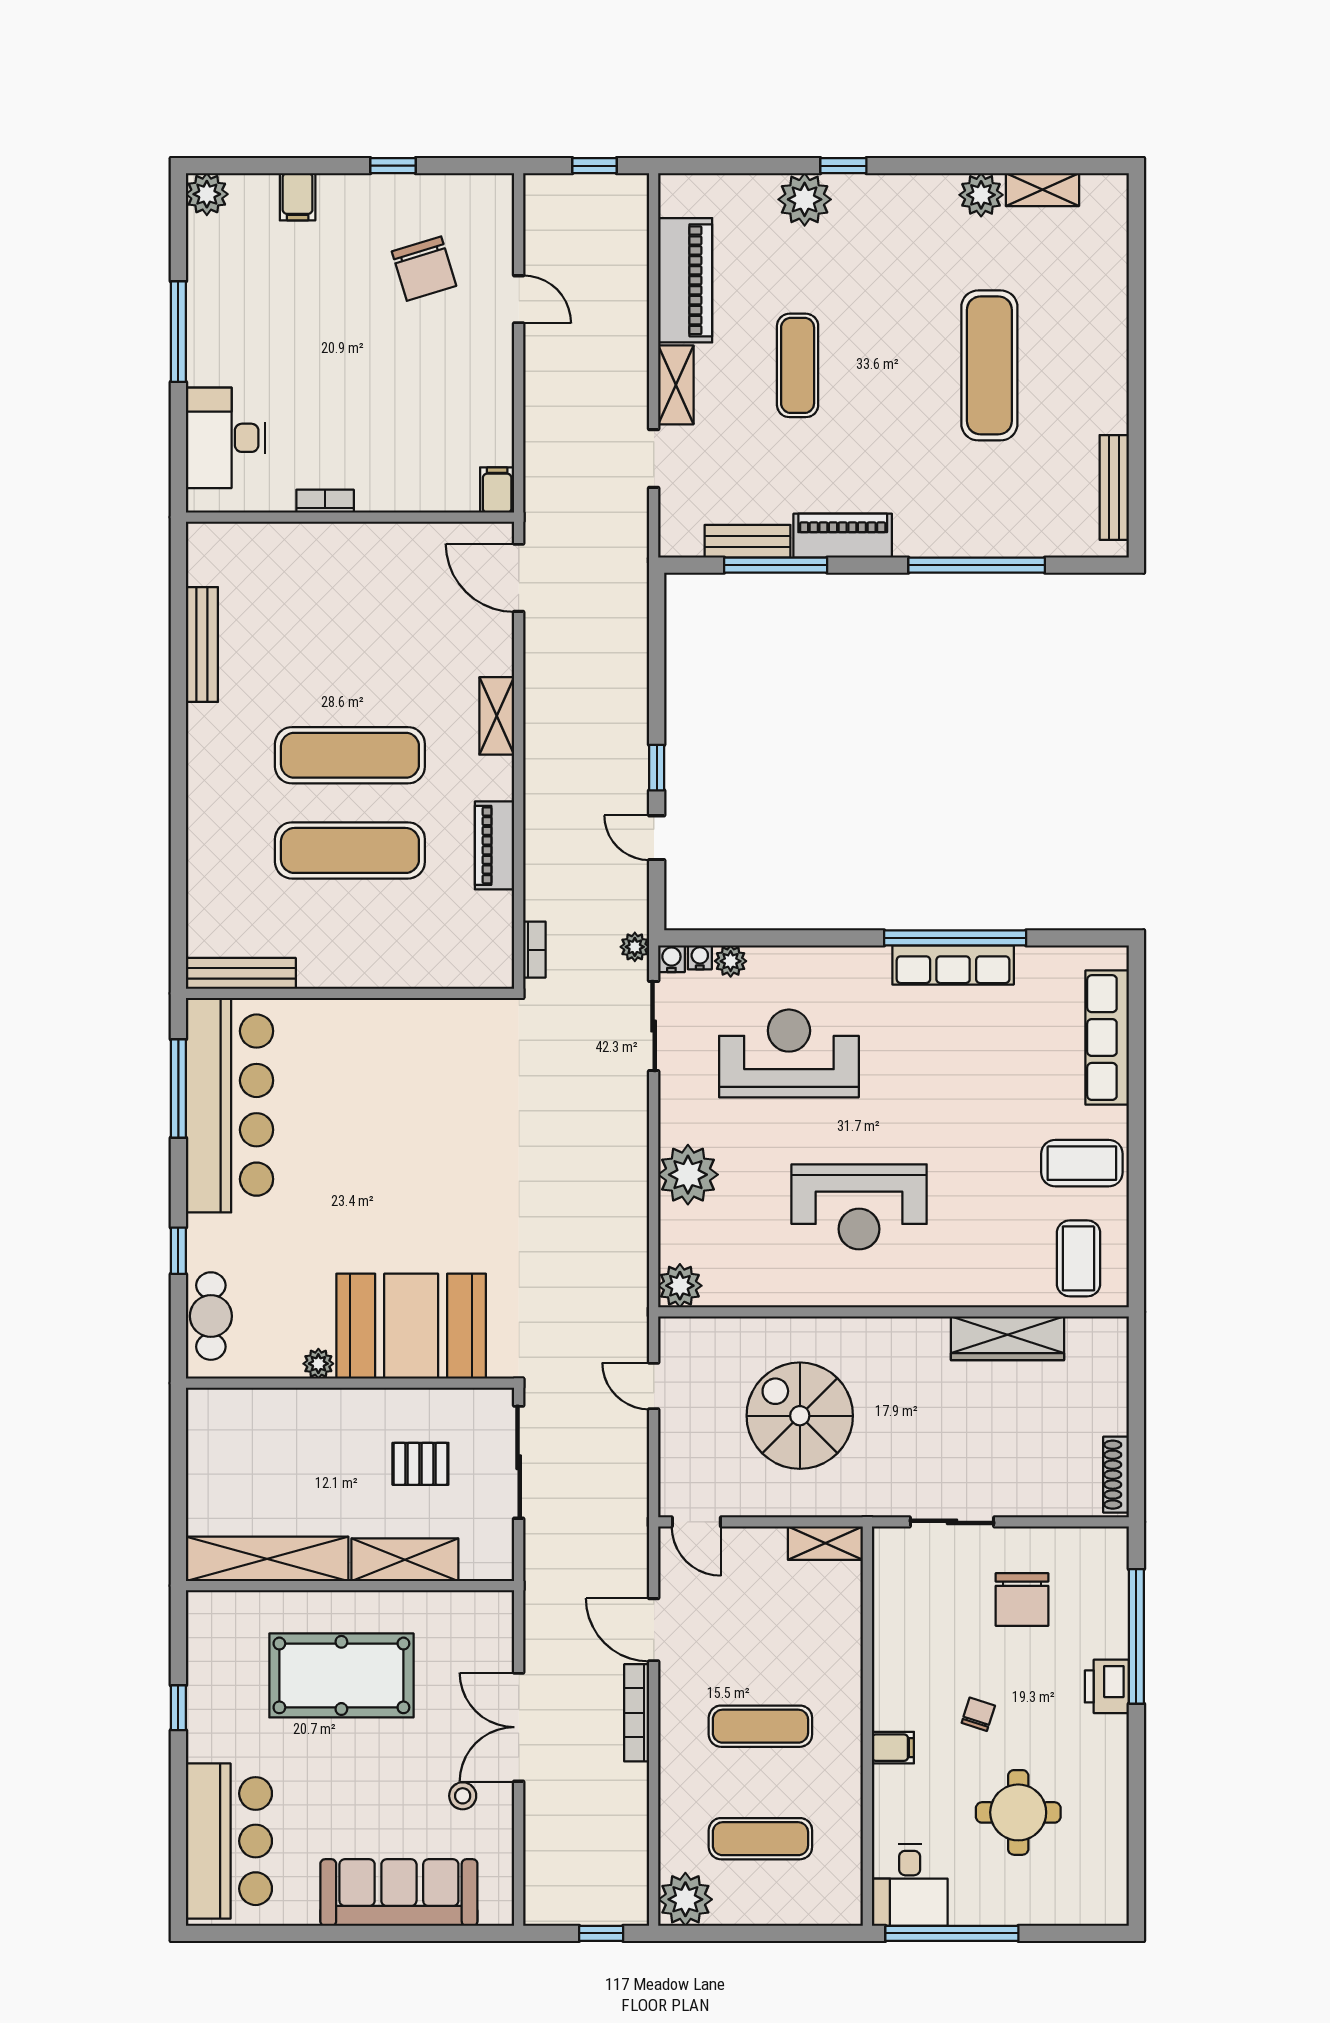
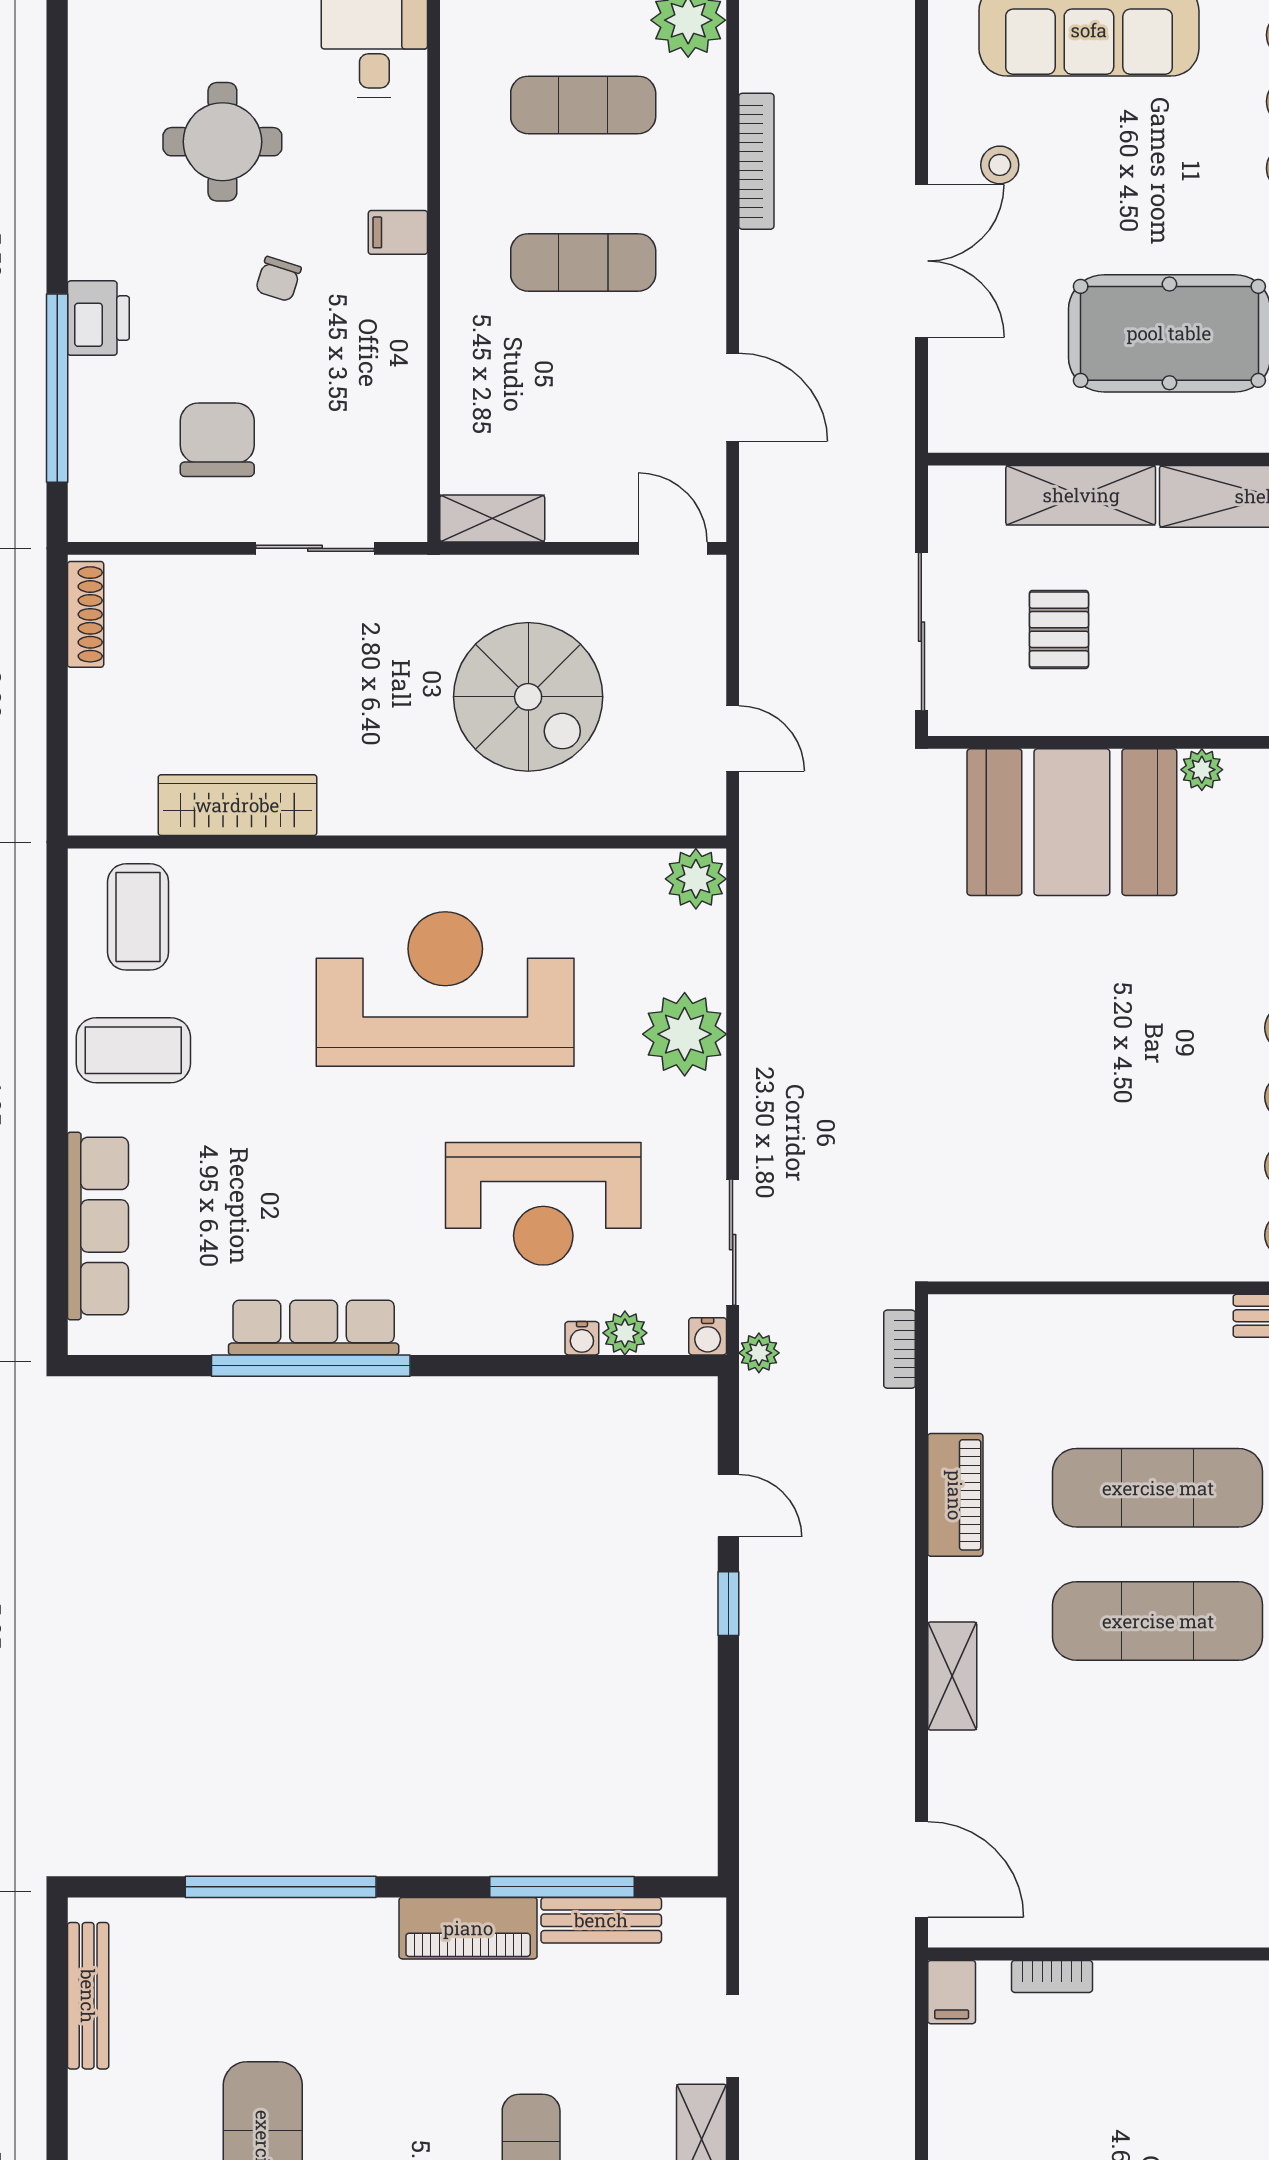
bookcase: (325, 501) -> (1052, 1976), moved
water cooler: (700, 957) -> (582, 1338), moved
reception desk: (859, 1207) -> (445, 989), width x1.36, depth x1.30
pallet: (420, 1464) -> (1059, 630), turned 90
bookcase: (637, 1713) -> (756, 161), moved

